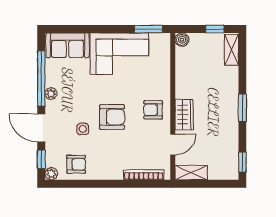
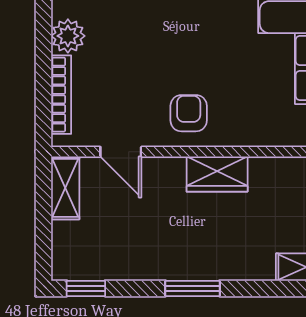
wardrobe: (184, 115) -> (217, 174), moved
armchair: (112, 117) -> (175, 32), removed
plant: (114, 171) -> (68, 36), added

